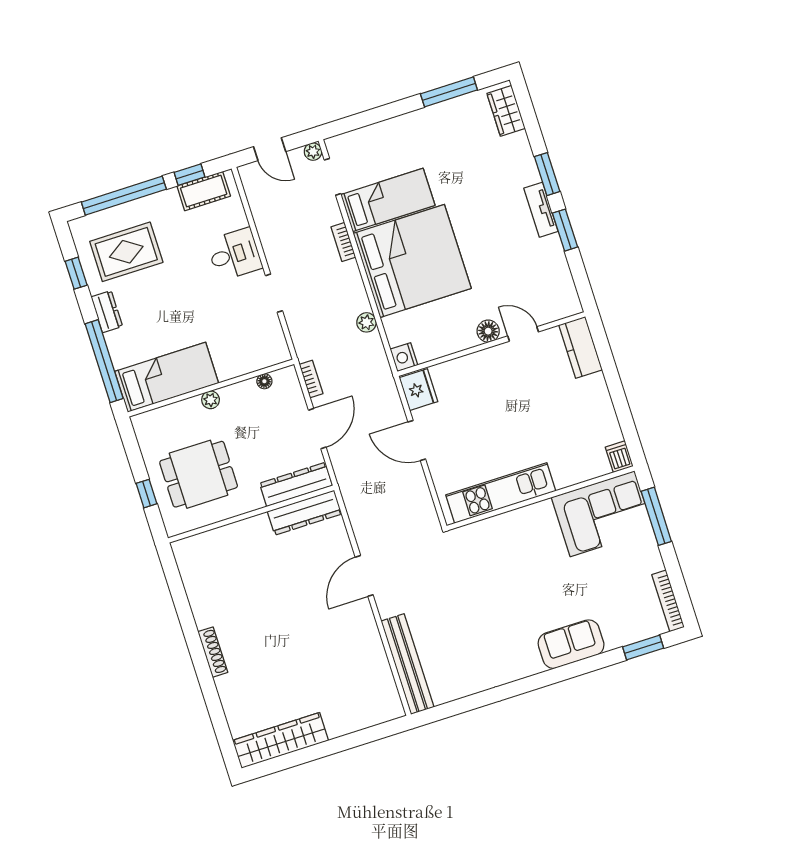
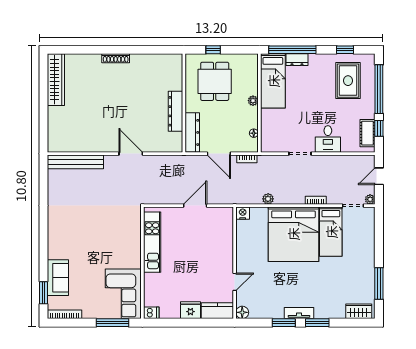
dresser: (107, 312) -> (297, 60), moved
floor lamp: (488, 331) -> (242, 312), moved
fridge: (418, 390) -> (190, 310), moved, turned 180
dresser: (305, 513) -> (175, 111), moved
sofa: (571, 644) -> (58, 278), moved

